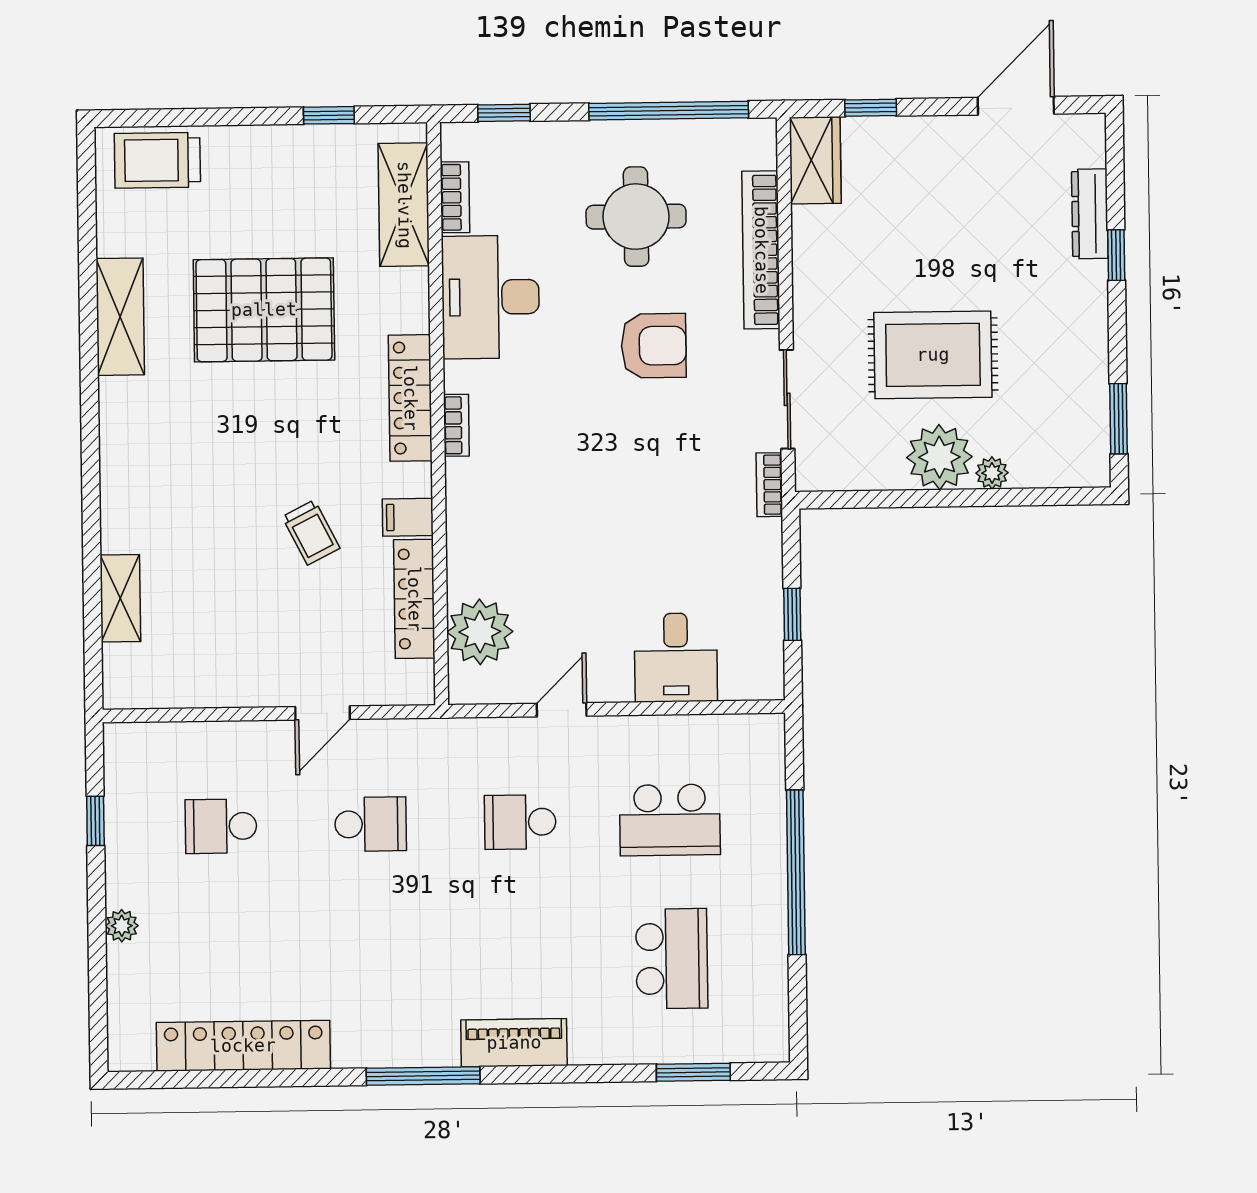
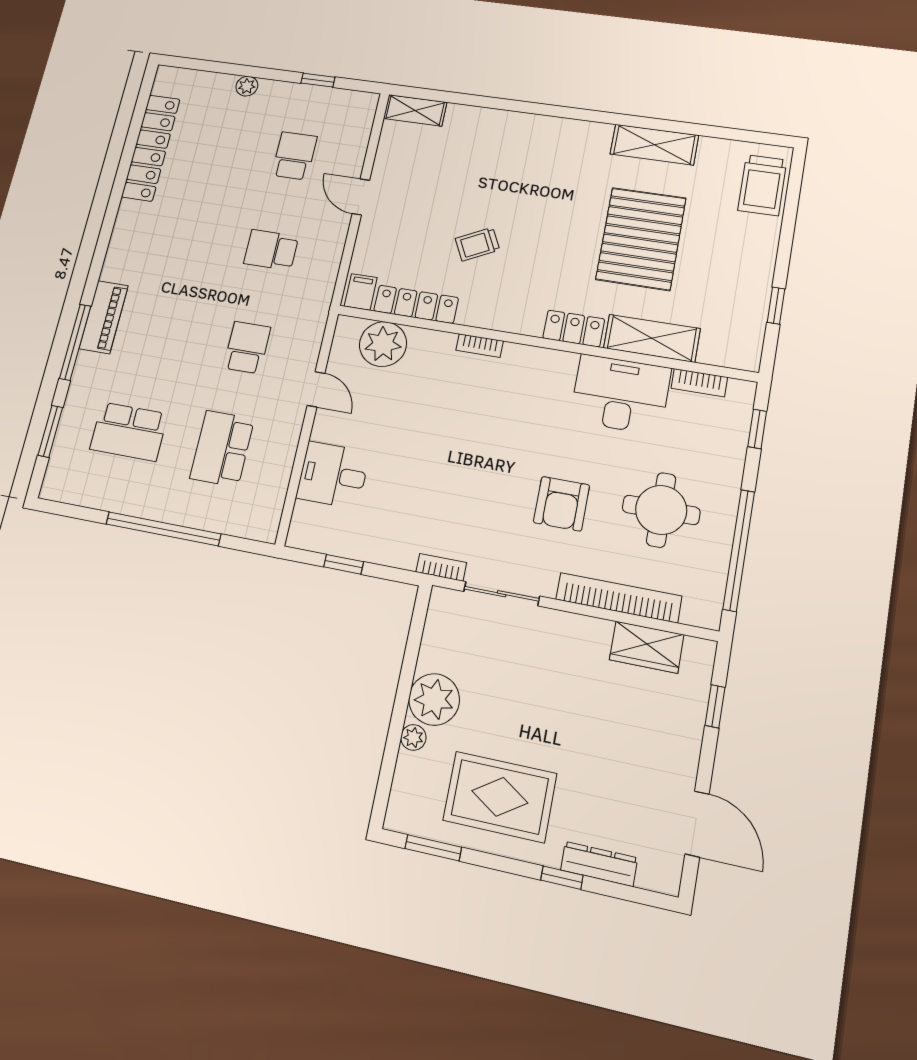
trolley: (157, 160) -> (762, 185), turned 180
wardrobe: (815, 160) -> (647, 647), moved
shelving: (404, 205) -> (652, 338), moved
rug: (933, 355) -> (500, 797), moved, turned 90
locker: (410, 398) -> (574, 329), width x0.66
bookcase: (456, 425) -> (480, 346), moved
filing cabinet: (408, 517) -> (361, 292), moved
shelving: (120, 598) -> (415, 110), moved
door: (323, 713) -> (361, 197), moved
school desk: (371, 824) -> (271, 250), turned 90
window: (423, 1076) -> (75, 342), moved

